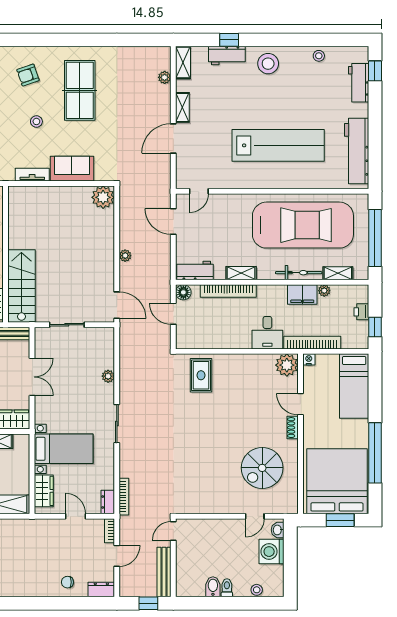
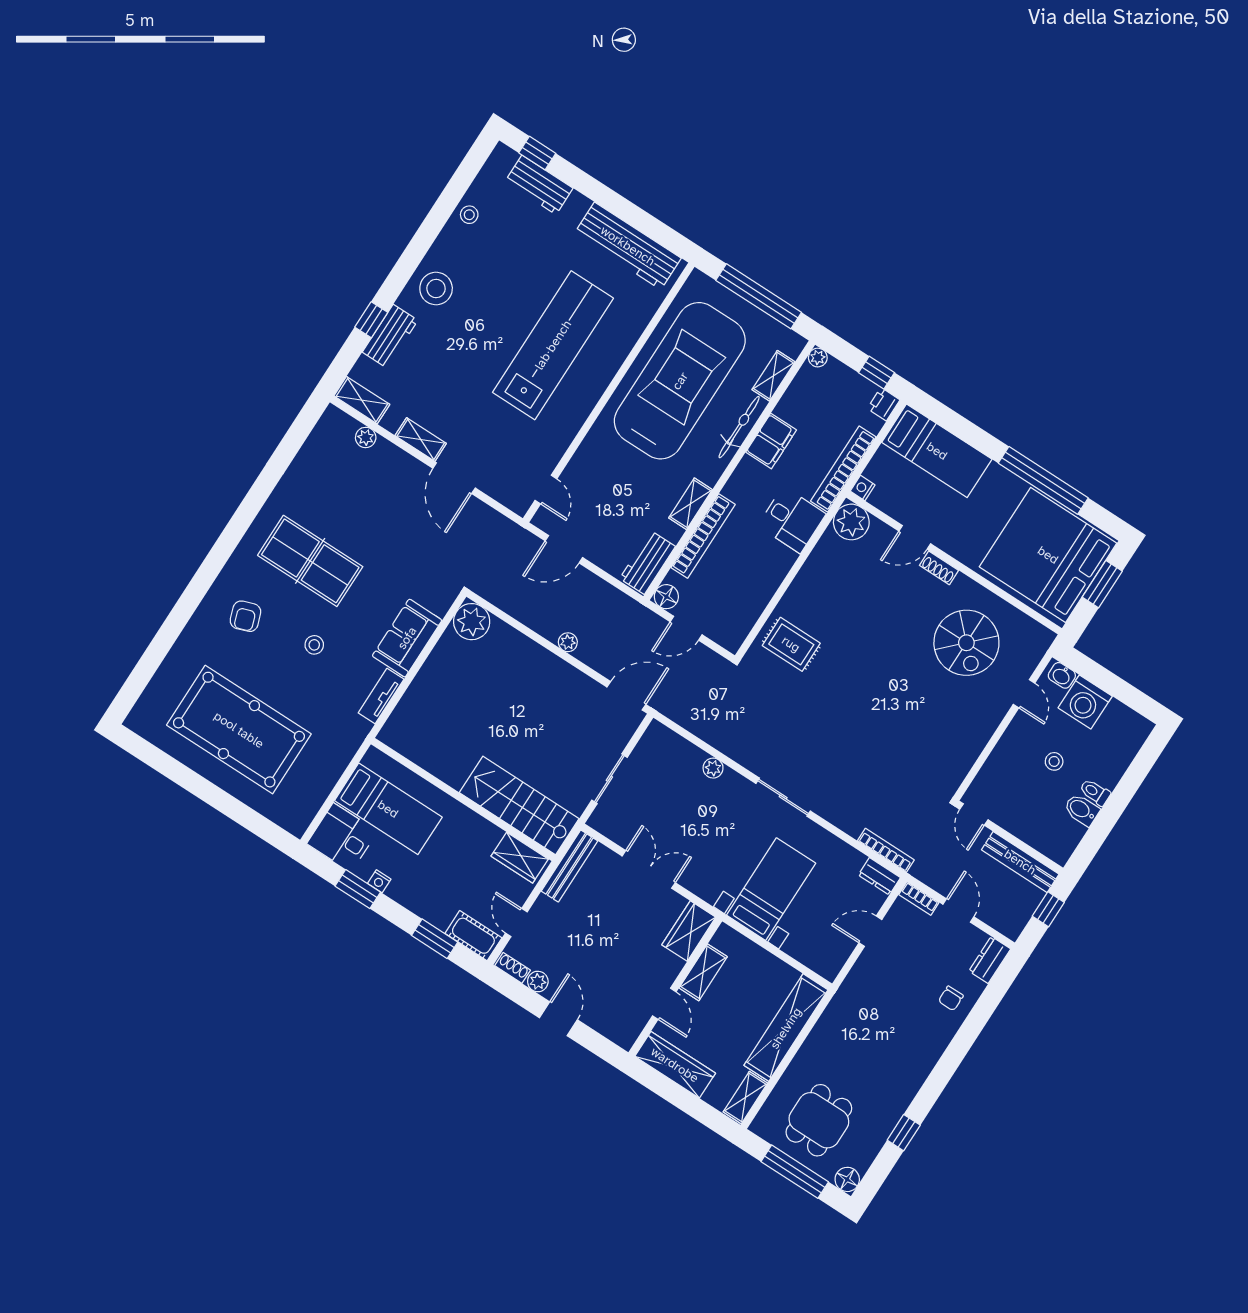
plant: (324, 291) -> (818, 358), moved
printer: (361, 312) -> (884, 404), moved, turned 90
wardrobe: (44, 491) -> (810, 952), removed
stool: (257, 590) -> (1054, 761), moved

